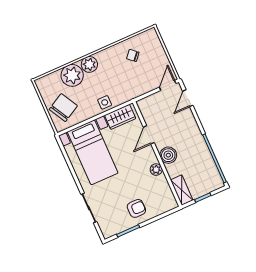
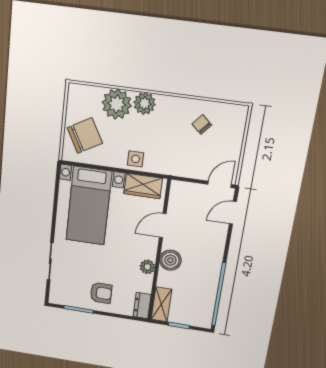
dresser: (169, 199) -> (142, 306), added

